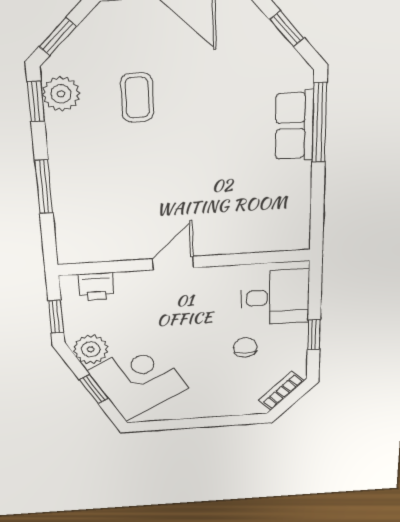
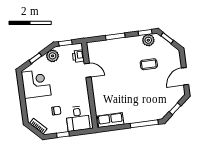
row of seats: (294, 126) -> (111, 120), moved
door: (173, 263) -> (88, 70), moved
corner desk: (138, 380) -> (36, 84), moved, turned -61

